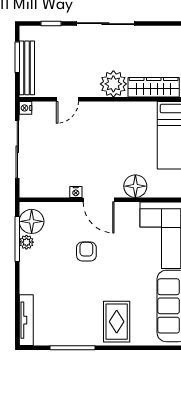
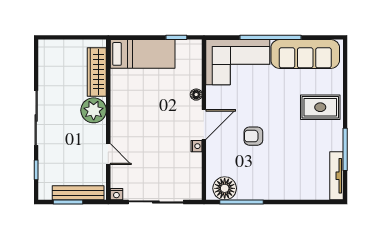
floor lamp: (135, 186) -> (196, 95), width x0.53, depth x0.53
plant: (26, 242) -> (244, 193), removed
tv unit: (26, 320) -> (336, 176), moved, turned -90

